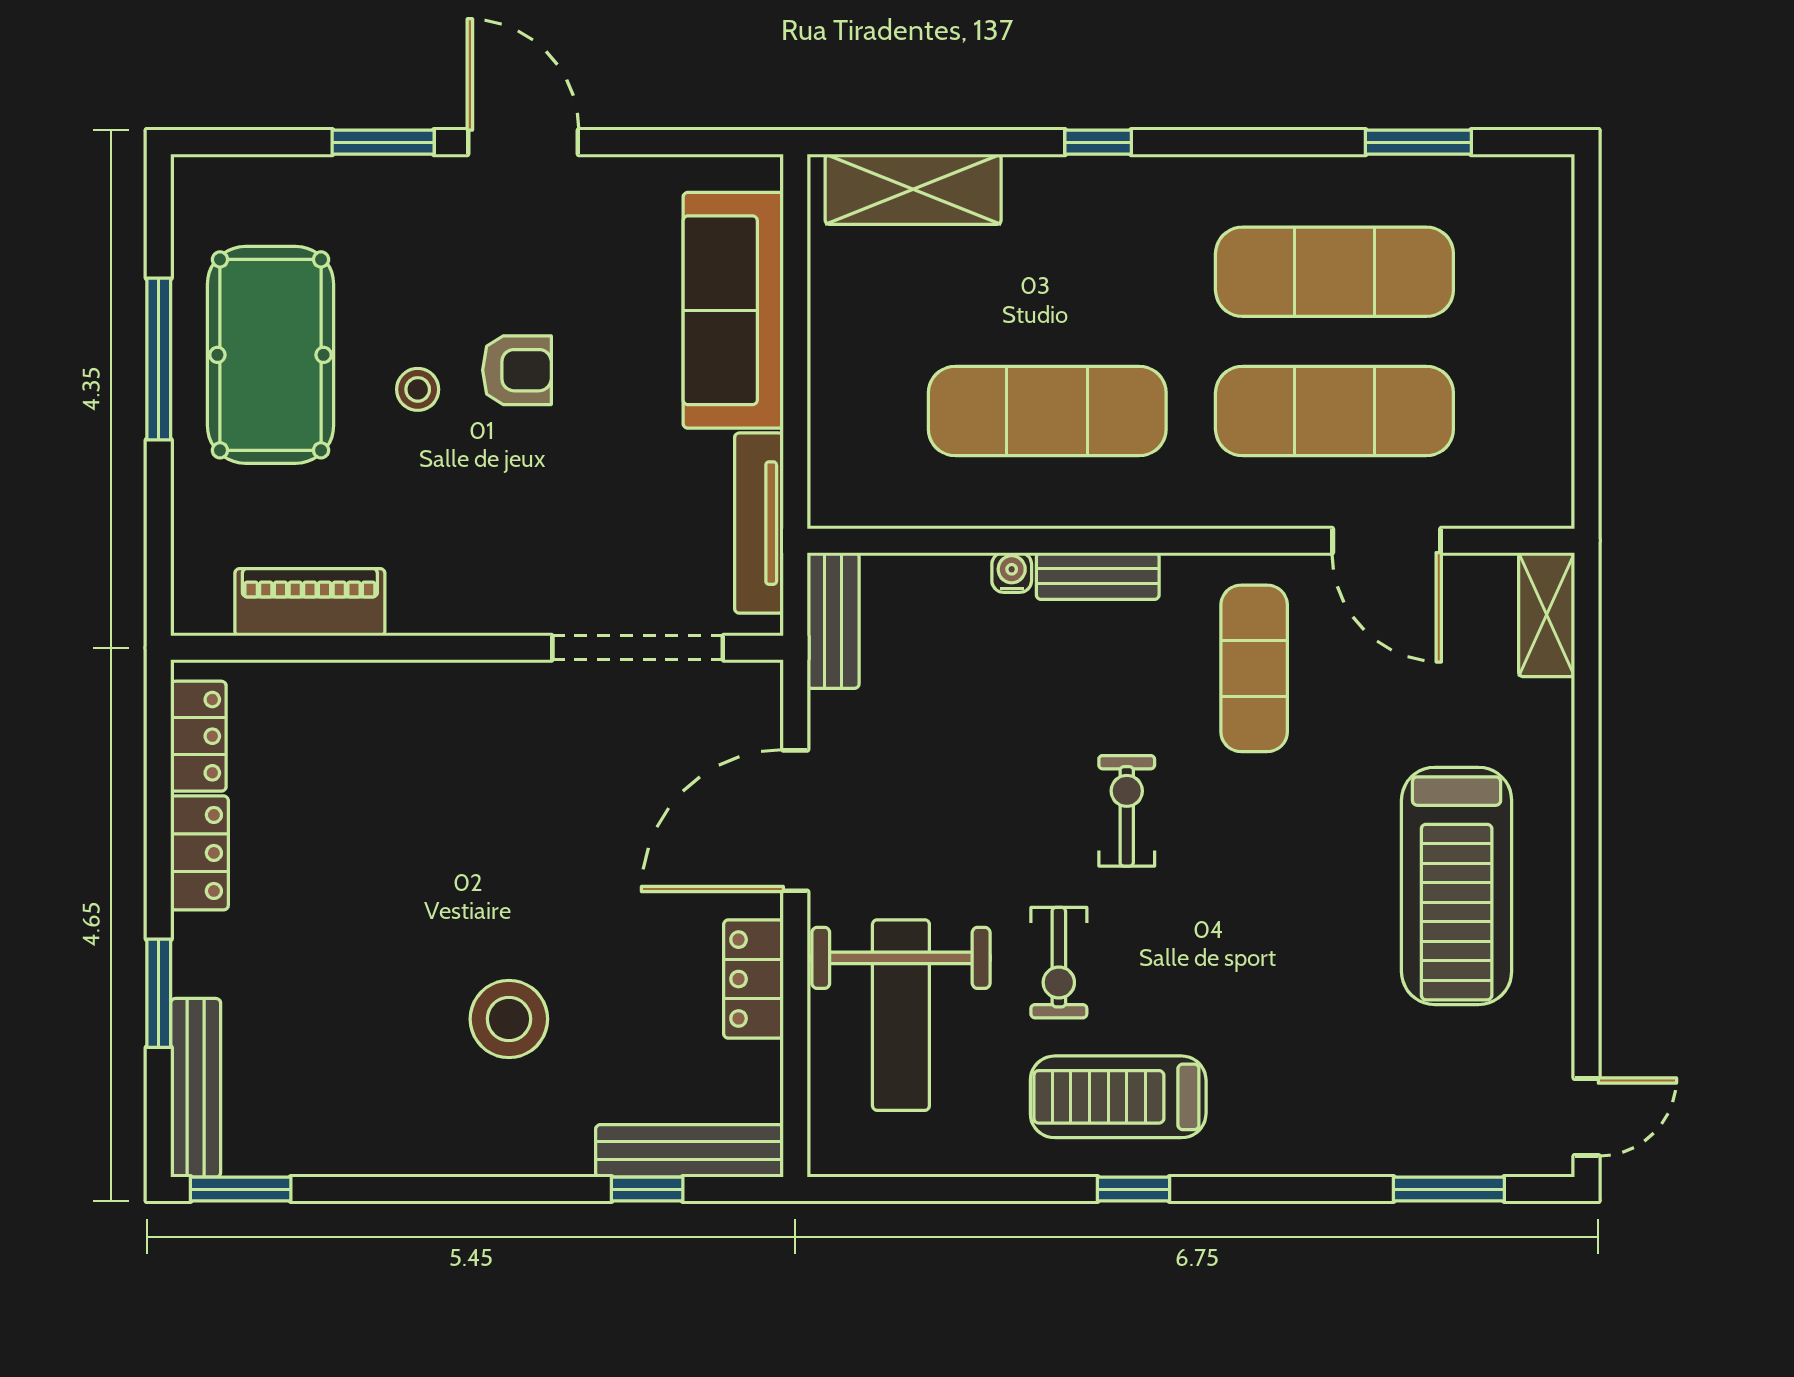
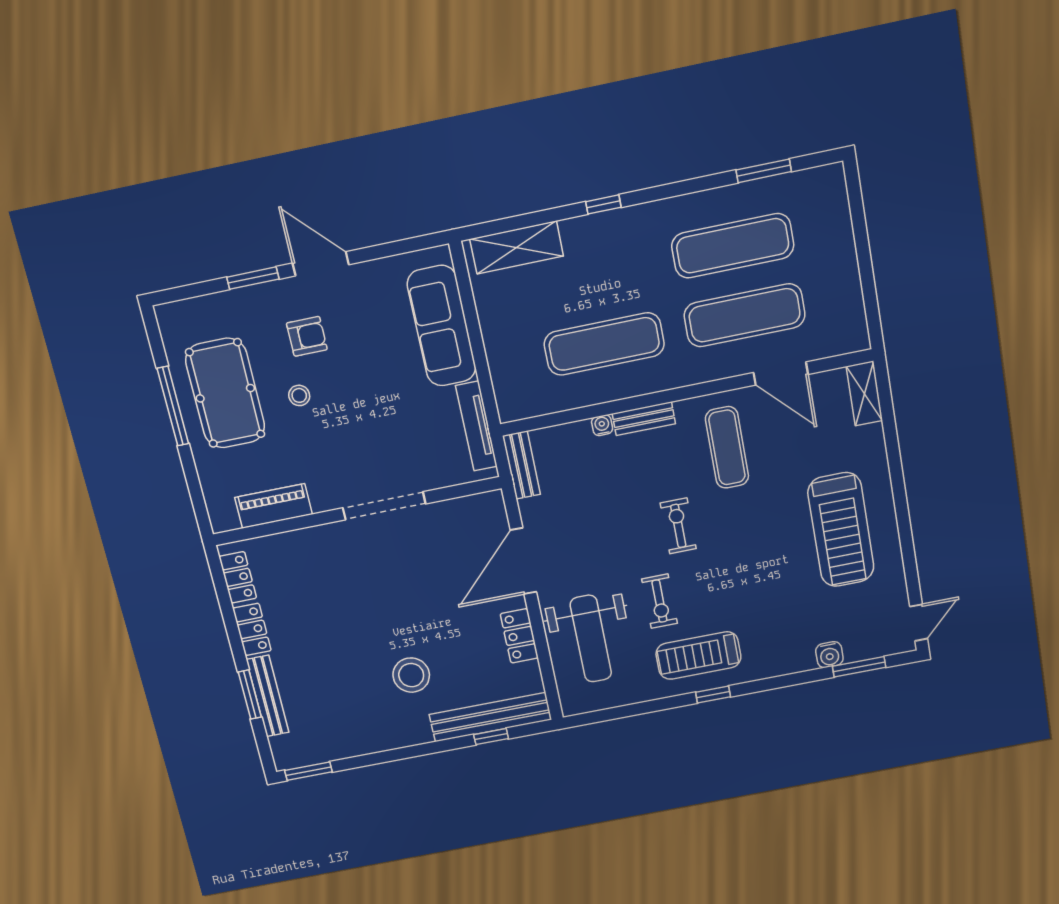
armchair: (517, 370) -> (307, 336), moved
doorway: (638, 648) -> (384, 506), moved
bench: (196, 1088) -> (268, 696), moved
water cooler: (1391, 1150) -> (829, 655), added
bench: (689, 1151) -> (490, 717), width x1.37, depth x1.21

